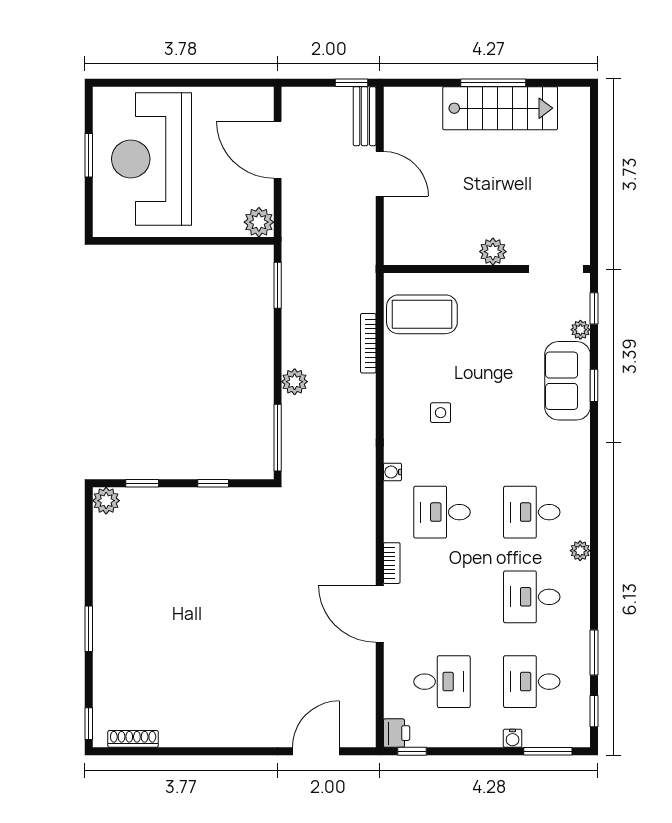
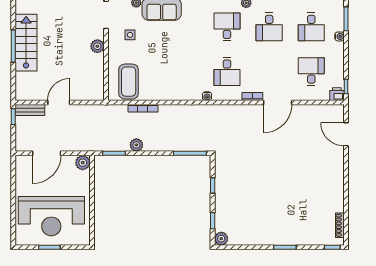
plant: (295, 382) -> (136, 145), moved
side table: (441, 413) -> (130, 35), moved
desk: (532, 512) -> (227, 27), turned 180

